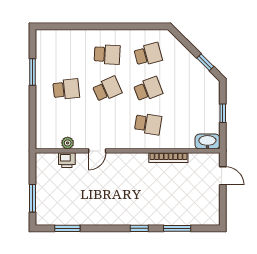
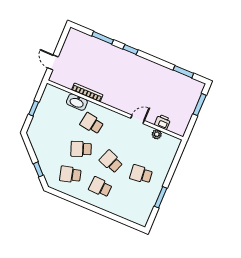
window: (205, 62) -> (38, 169), moved
school desk: (107, 89) -> (111, 162), turned 45
washbasin: (207, 142) -> (77, 102), moved

